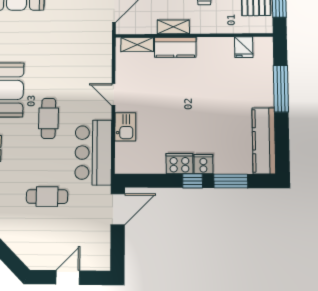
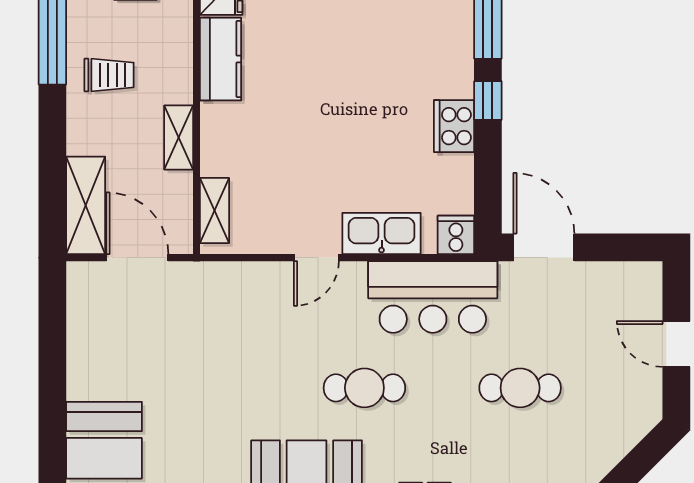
kitchen counter: (175, 47) -> (221, 59), moved
kitchen sink: (125, 127) -> (382, 234), width x1.38
cooker: (203, 164) -> (456, 235), moved, turned 90
cafe table: (47, 197) -> (520, 388), turned 90

